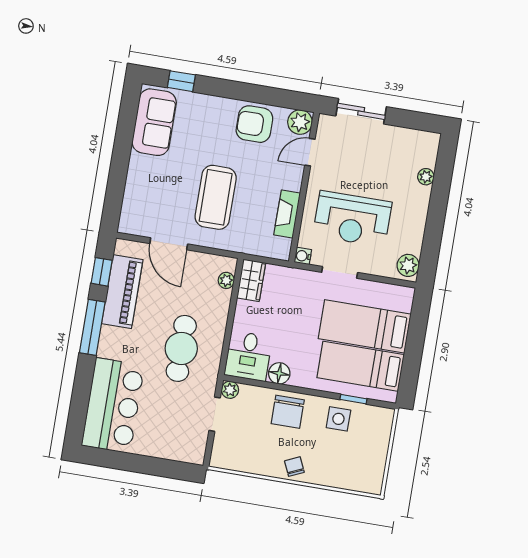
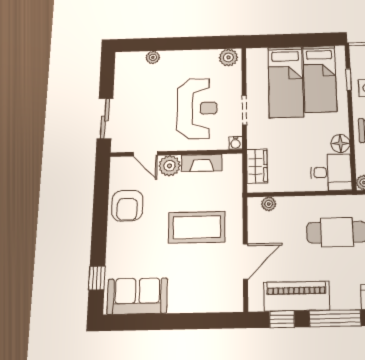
plant: (300, 122) -> (169, 166), moved
wardrobe: (251, 280) -> (257, 166), moved, turned 90

